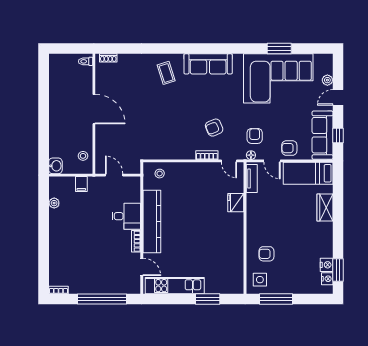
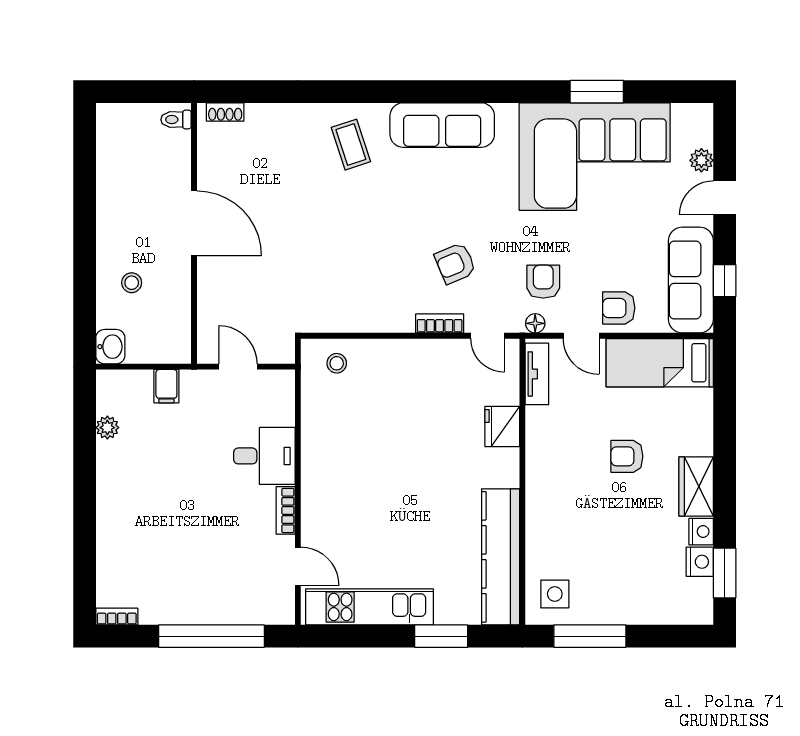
stool: (83, 156) -> (132, 283), moved
wardrobe: (325, 207) -> (696, 486), moved
kitchen counter: (152, 222) -> (501, 557), moved, turned 180
armchair: (266, 254) -> (627, 456), moved
nightstand: (327, 279) -> (701, 532), moved

